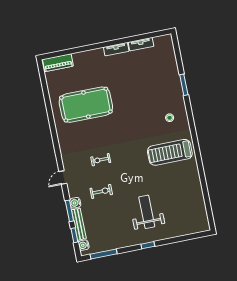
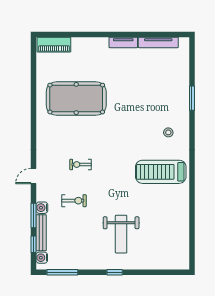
tv unit: (141, 44) -> (158, 42), width x1.41
weight bench: (147, 212) -> (121, 234), turned 180

